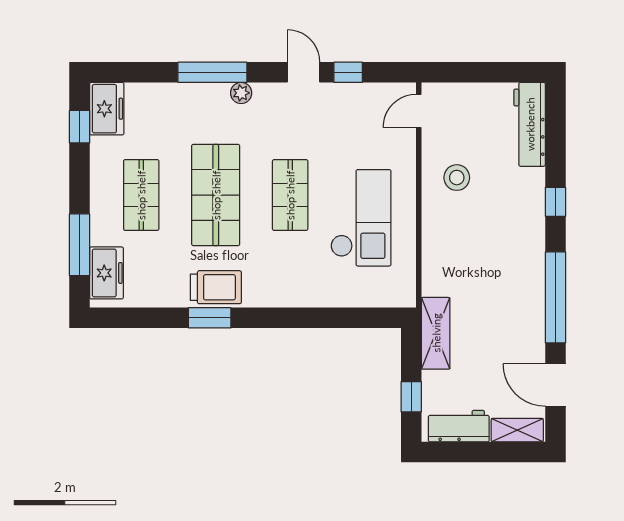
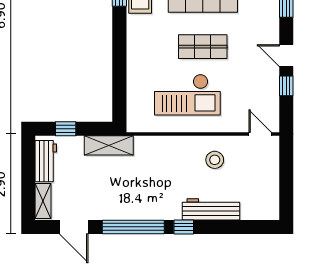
door: (304, 72) -> (286, 56), swing flipped
plant: (241, 93) -> (272, 13), removed
workbench: (530, 124) -> (211, 209), moved
window: (555, 202) -> (184, 227), moved
door: (555, 385) -> (74, 227), swing flipped

